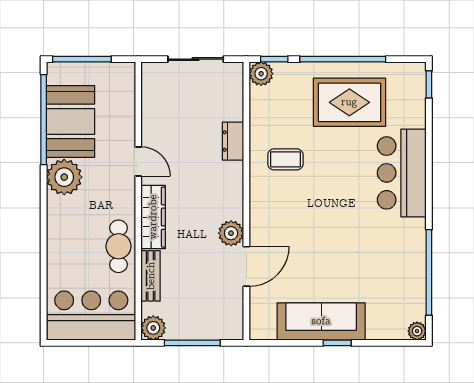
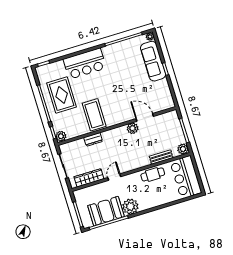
coffee table: (285, 159) -> (94, 115), width x1.86, depth x1.72
wardrobe: (153, 217) -> (89, 178), moved
sofa: (321, 321) -> (153, 61), moved

